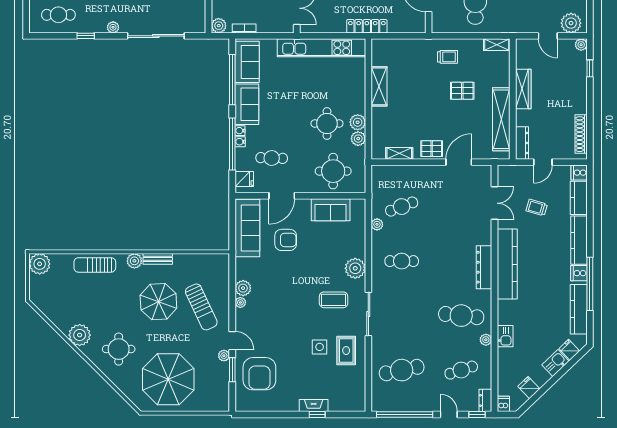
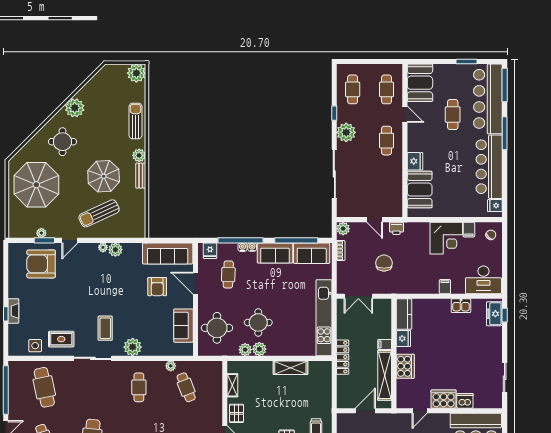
plant: (113, 27) -> (346, 132), width x1.88, depth x1.88
side table: (320, 347) -> (35, 346), moved
plant: (224, 356) -> (41, 233), moved

